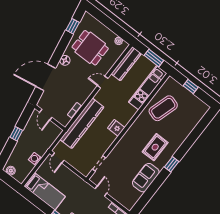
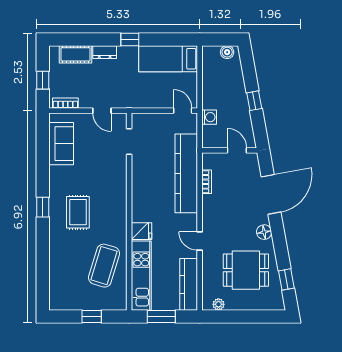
door: (103, 82) -> (200, 241), swing flipped
fridge: (116, 128) -> (142, 231), moved
washing machine: (35, 159) -> (209, 117), moved
sofa: (146, 178) -> (61, 144), moved

